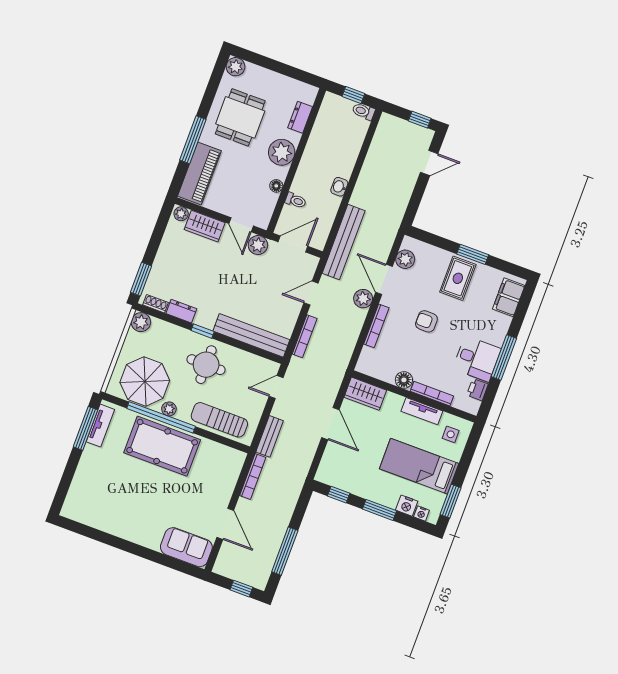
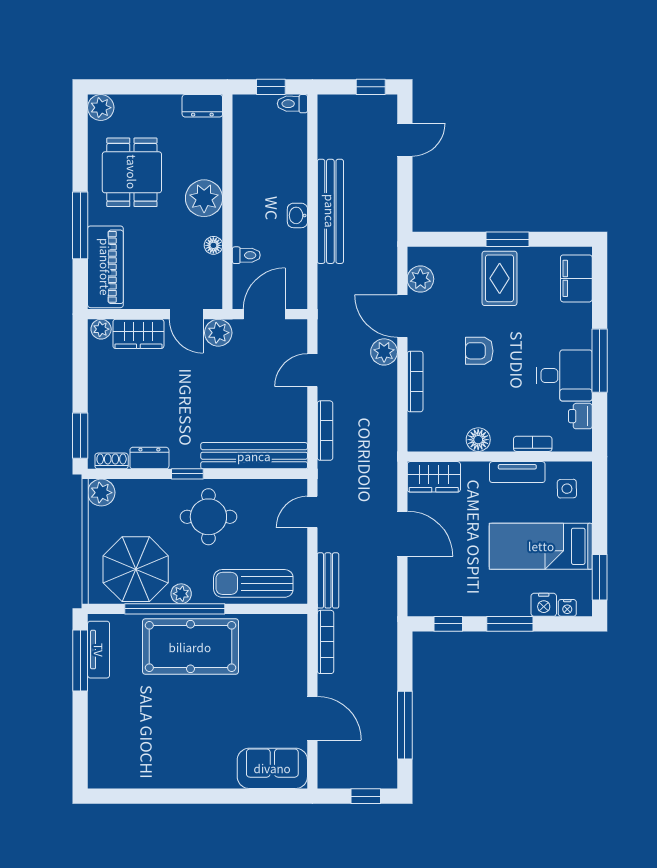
dresser: (300, 117) -> (202, 106), moved, turned -90
bench: (344, 242) -> (330, 211), moved
bookcase: (432, 394) -> (533, 444), width x0.64

